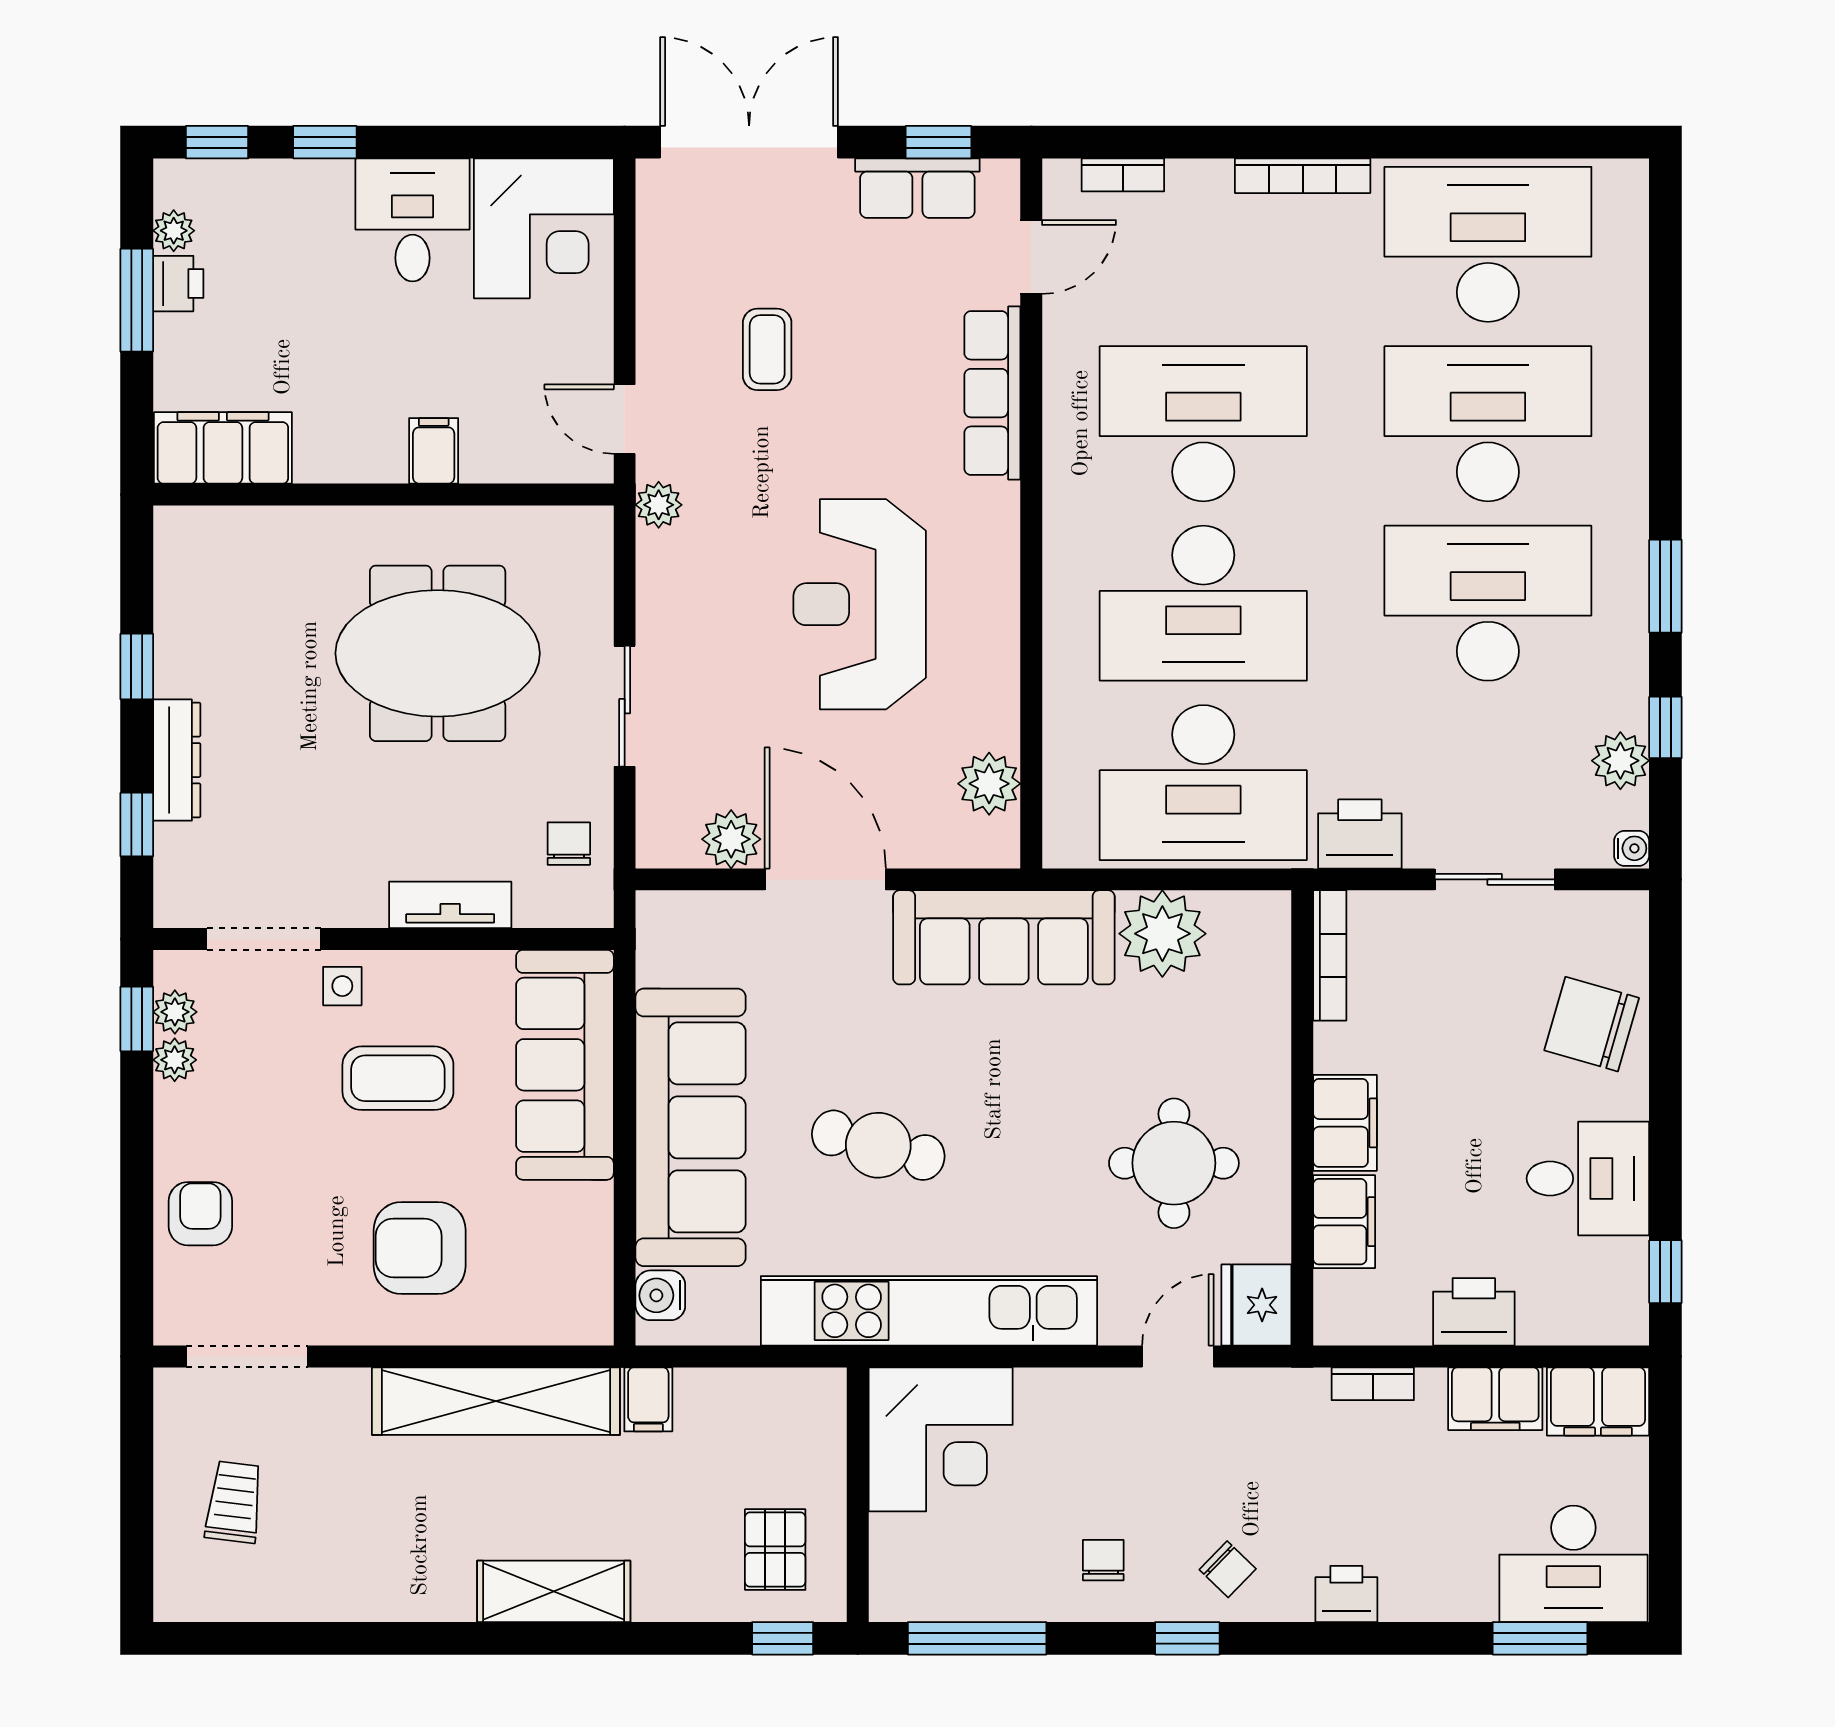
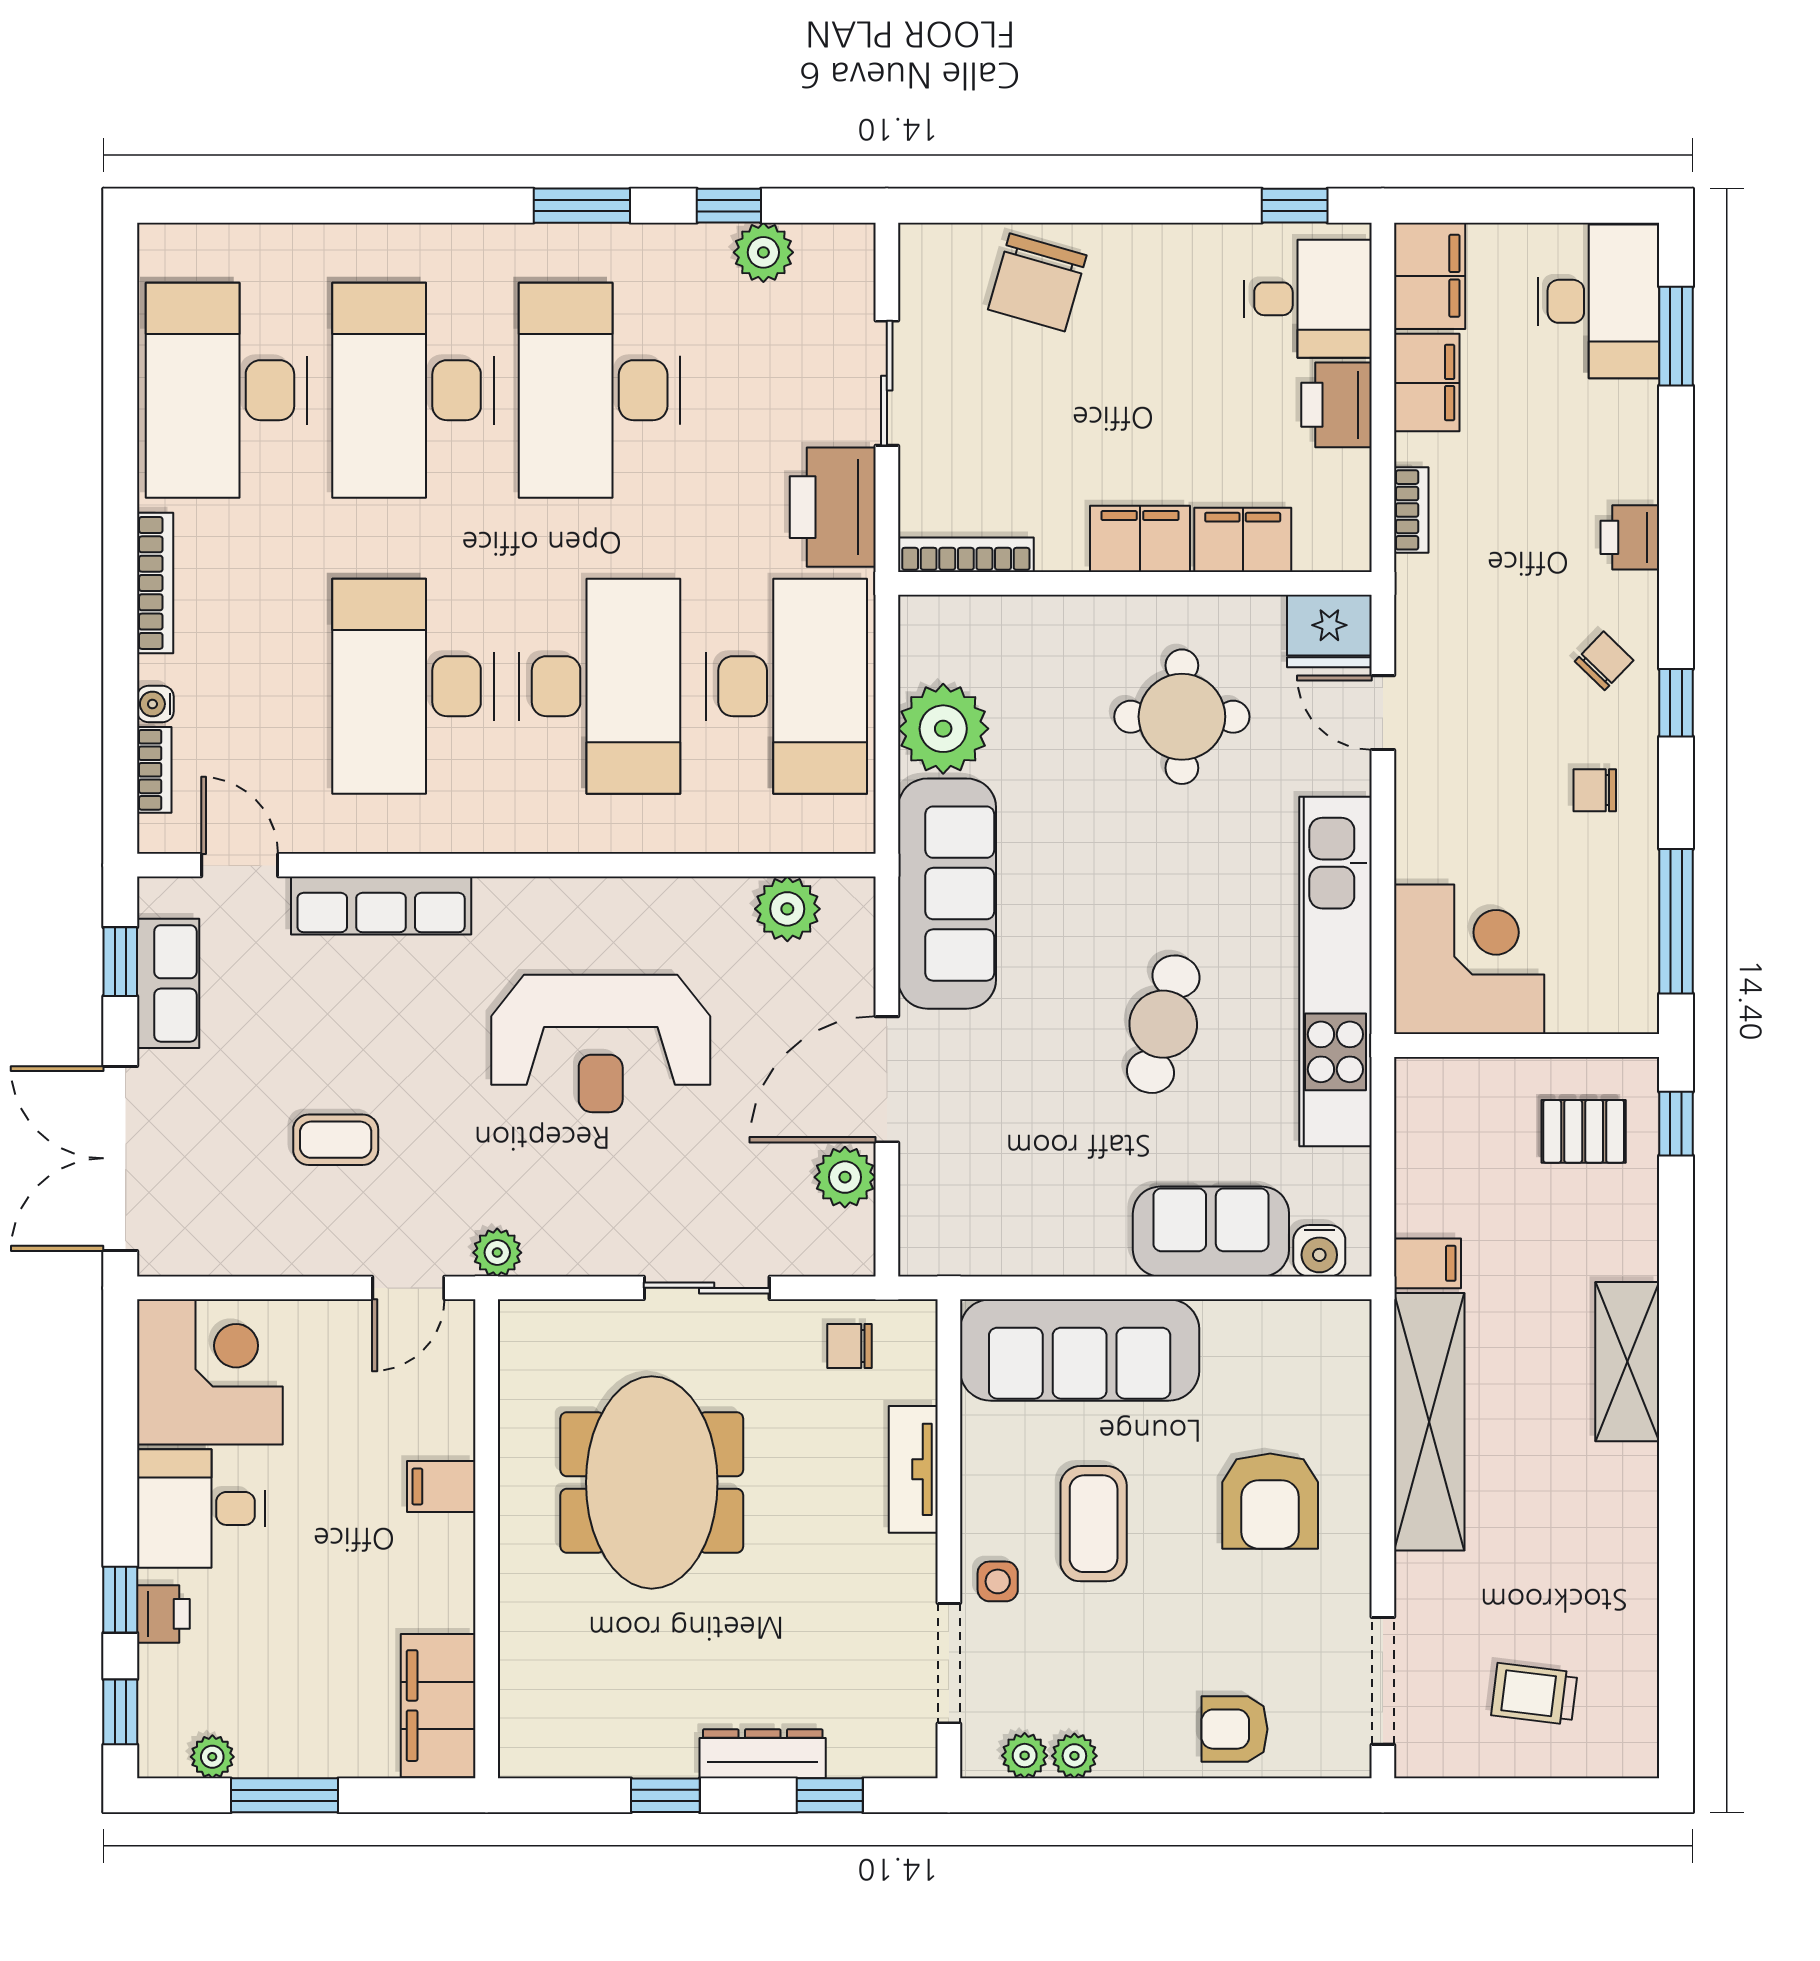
printer: (178, 284) -> (163, 1614), moved, turned 90
printer: (1360, 834) -> (833, 507), width x1.37, depth x1.19
water cooler: (1632, 848) -> (155, 704), moved, turned -90
window: (137, 1019) -> (1032, 1795), removed
sofa: (691, 1127) -> (1211, 1232), width x0.54, depth x0.79
desk: (1588, 1178) -> (1308, 299), moved, turned 90

